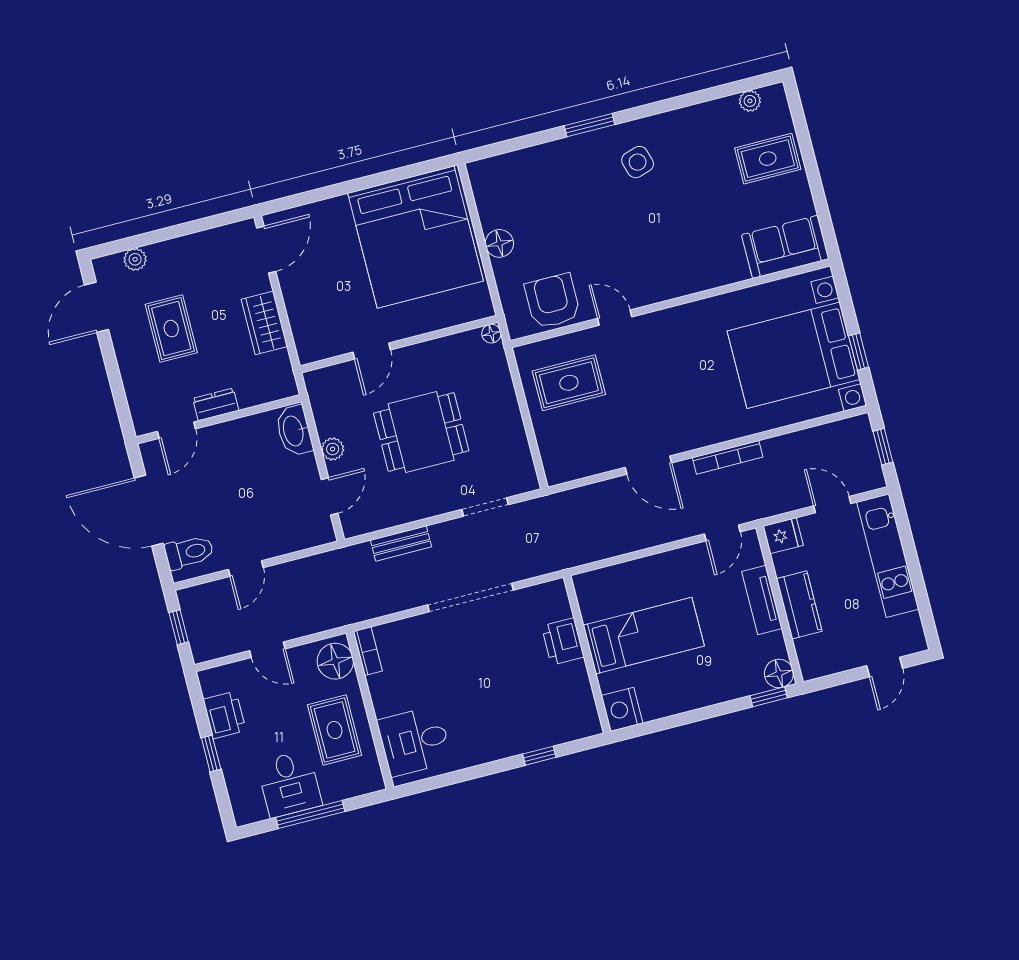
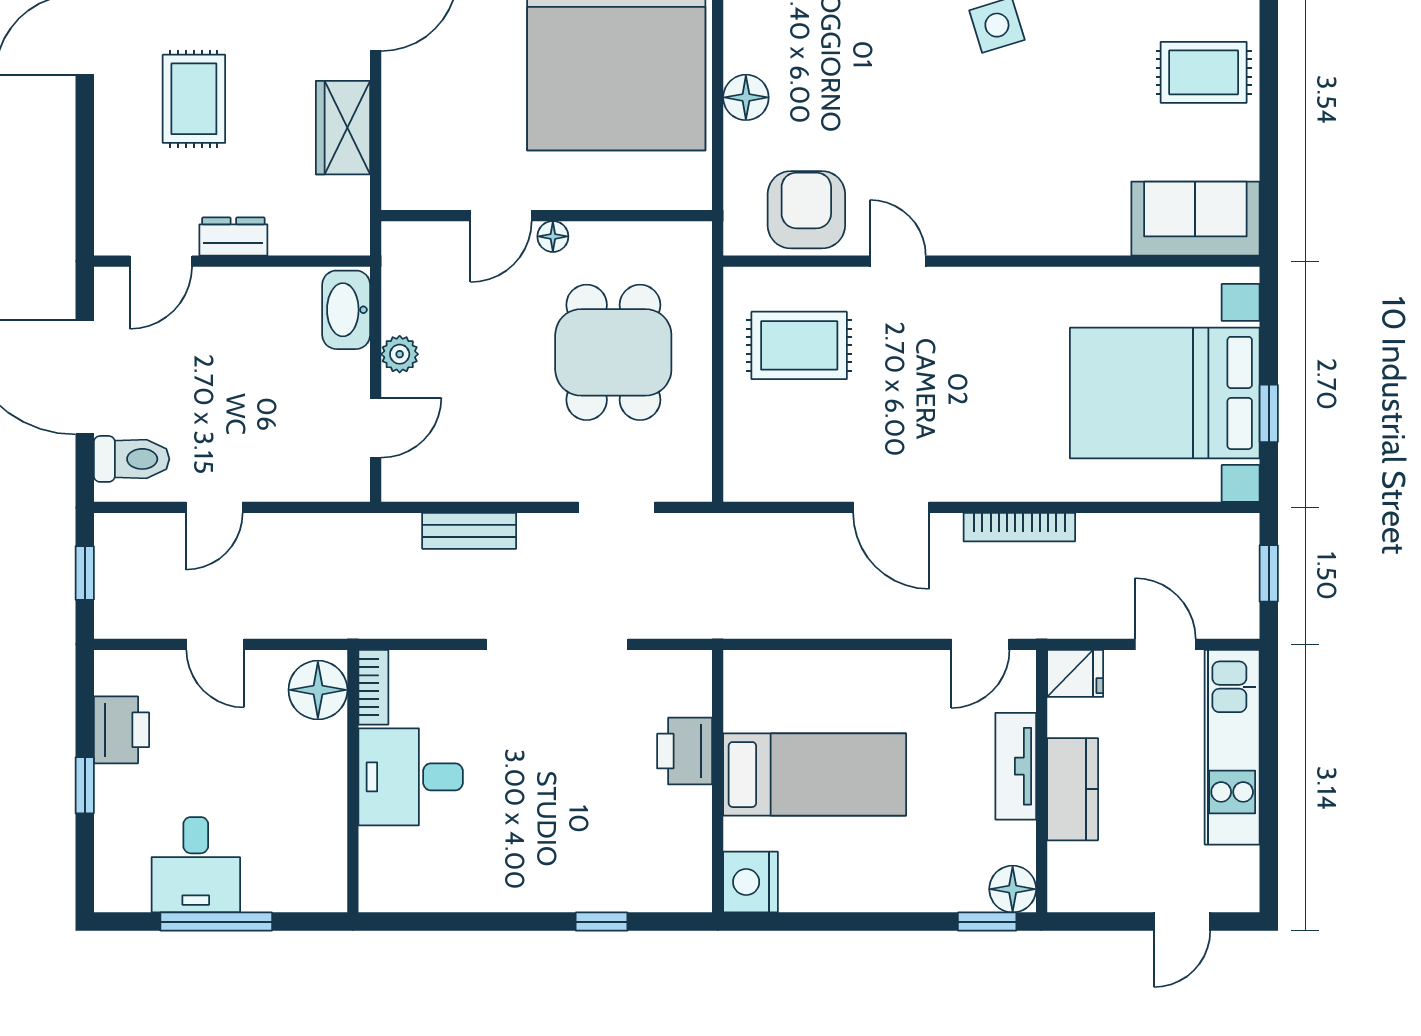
floor lamp: (491, 334) -> (553, 236), moved
dining table: (421, 432) -> (613, 352), moved, turned 90
rug: (335, 730) -> (289, 798), removed
desk: (415, 741) -> (411, 777), moved

